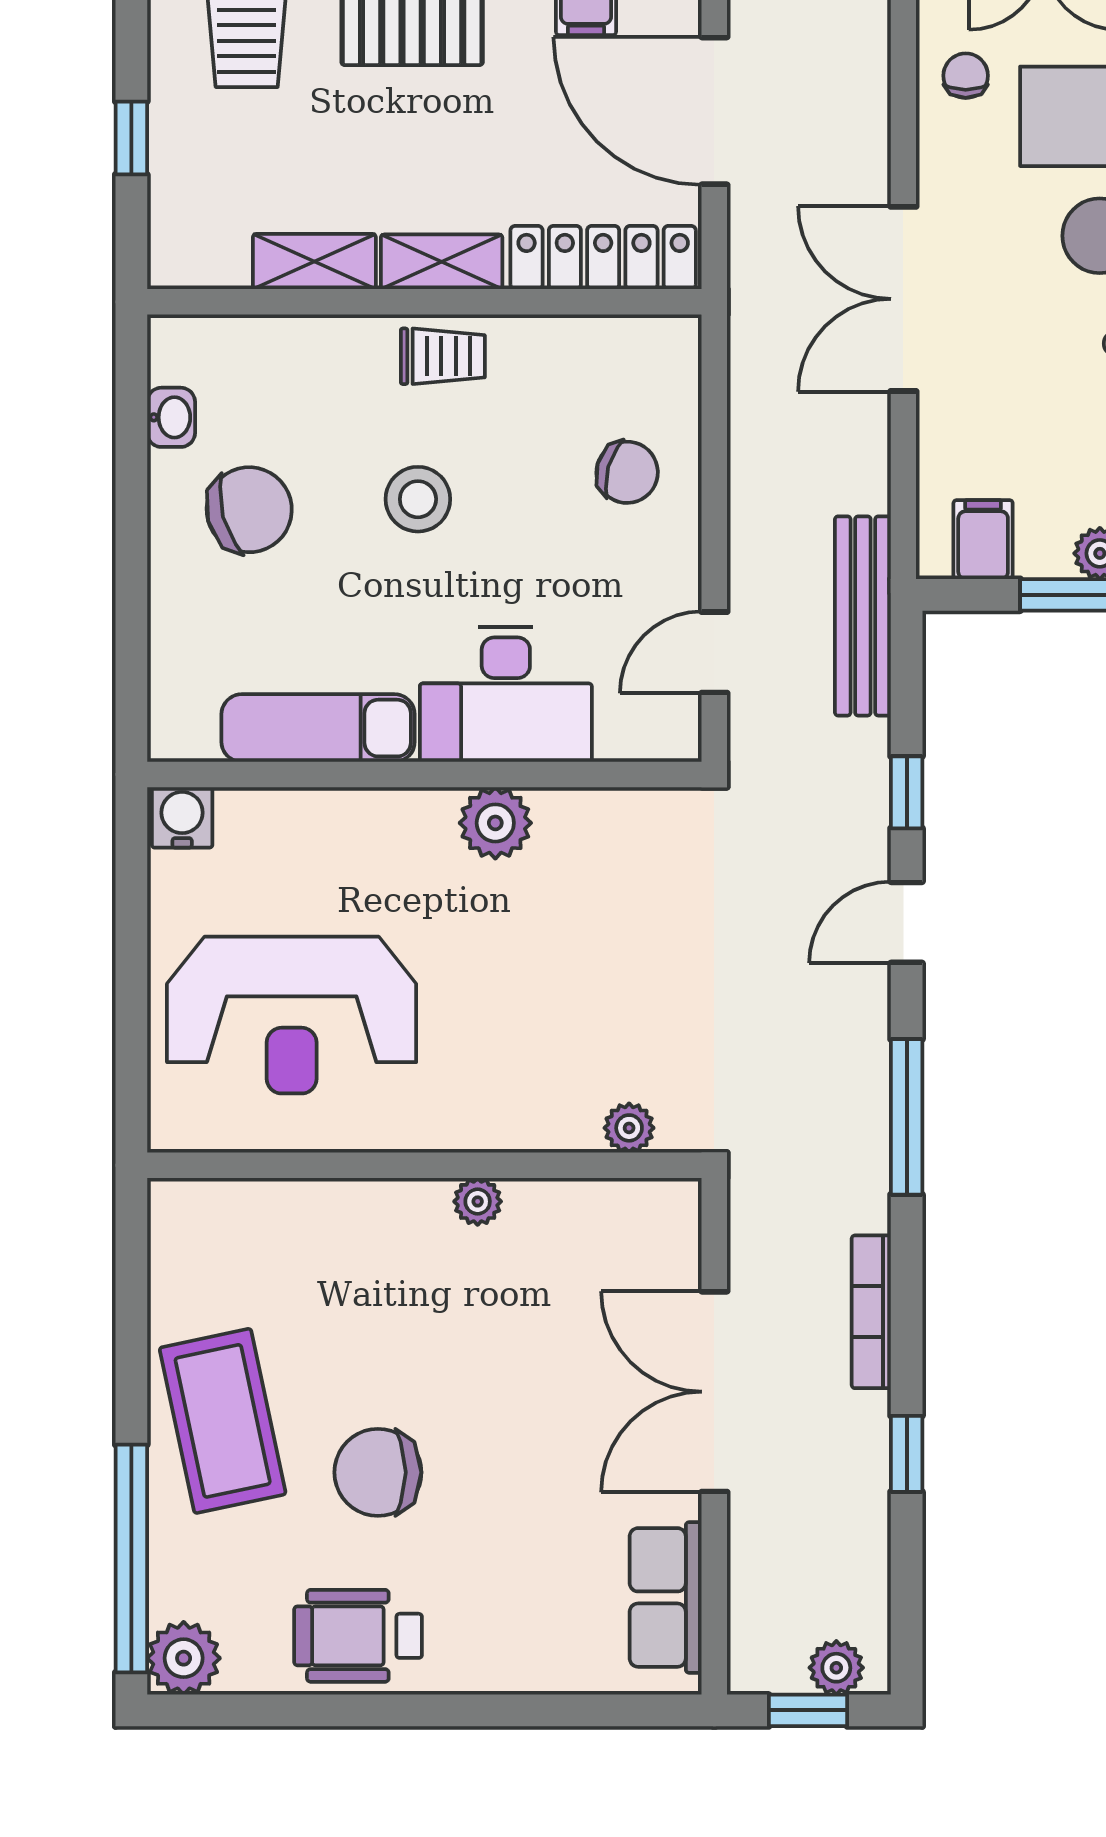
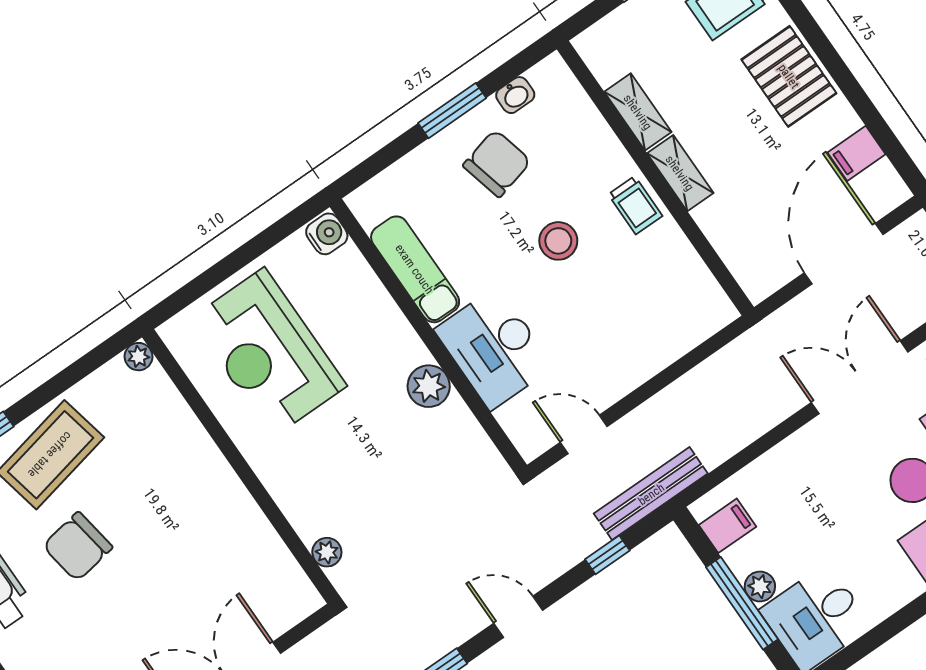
locker: (603, 257) -> (736, 249), removed
double door: (903, 299) -> (860, 377), moved
chair: (627, 472) -> (641, 332), removed
chair: (249, 510) -> (497, 163), turned -89
window: (131, 521) -> (452, 111), added
window: (907, 792) -> (607, 555), moved
plant: (478, 1201) -> (139, 357), moved
chair: (378, 1472) -> (78, 547), turned -99

